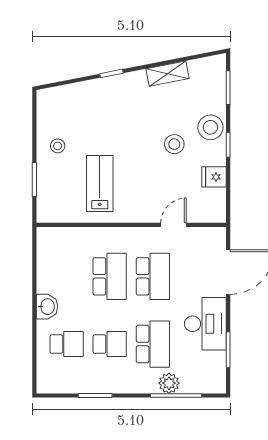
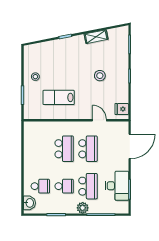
stool: (210, 127) -> (120, 66), removed
fridge: (214, 177) -> (122, 109), moved
lab bench: (100, 184) -> (59, 97), turned -90
door: (174, 225) -> (99, 120), hinge flipped
washbasin: (47, 307) -> (29, 203), moved
desk: (205, 324) -> (117, 186), moved
plant: (169, 383) -> (83, 208), moved

